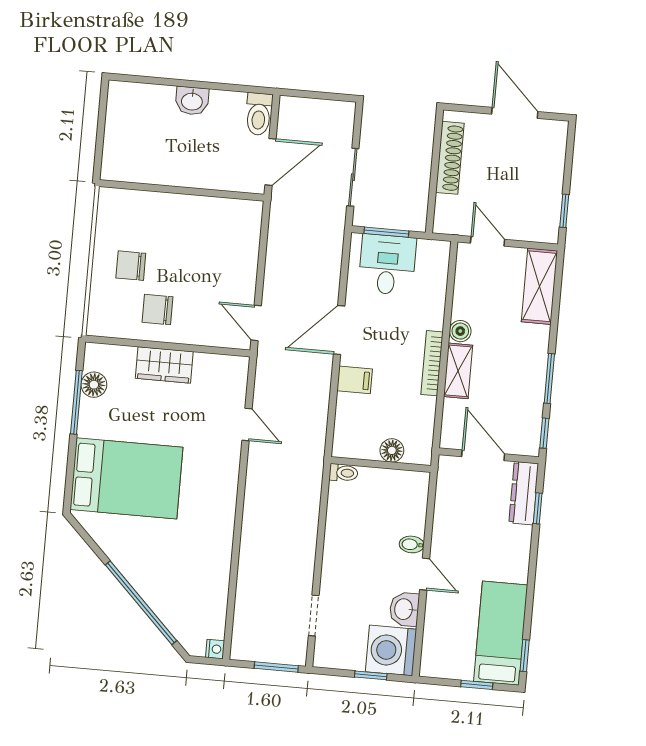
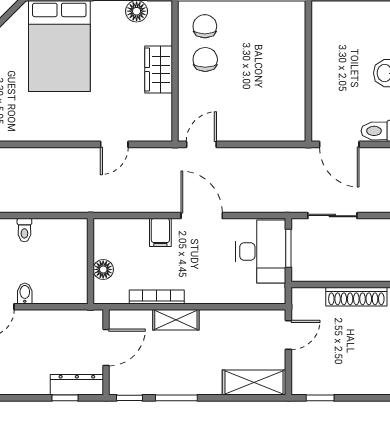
desk: (387, 265) -> (261, 251), width x1.37
chair: (131, 266) -> (205, 26), moved
boiler: (460, 331) -> (210, 319), removed
bookcase: (432, 363) -> (157, 297), moved
toilet: (344, 473) -> (24, 230), moved

